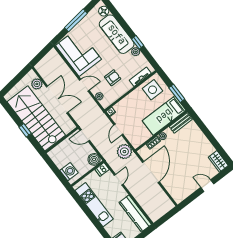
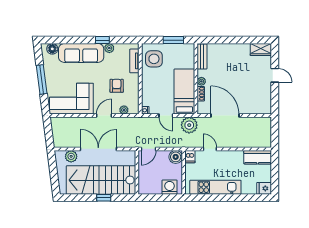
bed: (164, 116) -> (184, 92), moved, turned 180
door: (207, 186) -> (275, 75), swing flipped
kitchen counter: (135, 213) -> (258, 157), width x0.67

